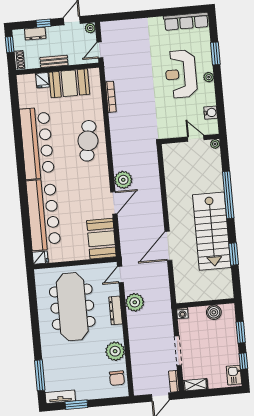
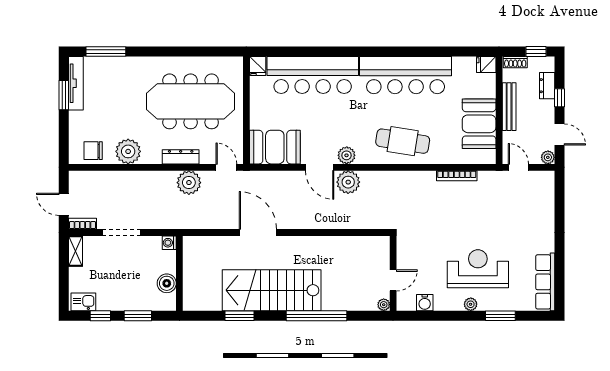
bench: (54, 61) -> (509, 107), width x1.36
fridge: (42, 80) -> (486, 64), moved
plant: (103, 183) -> (347, 155), added
tv unit: (60, 397) -> (76, 83), width x1.41

